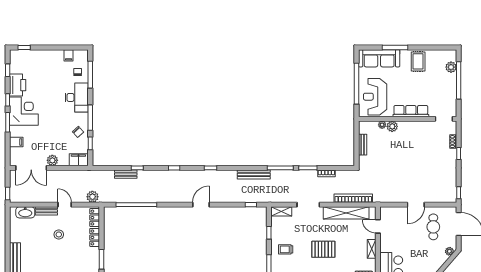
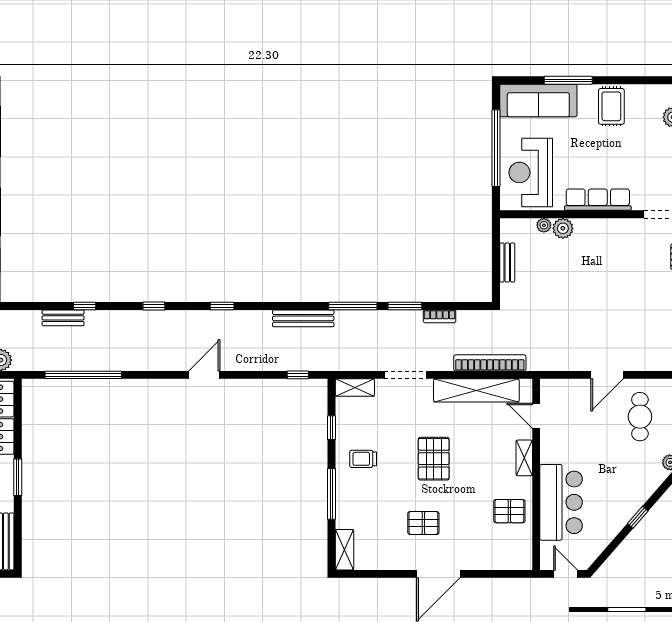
pallet: (323, 249) -> (434, 459), turned 90

